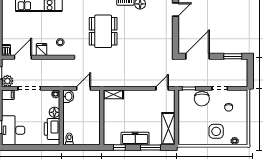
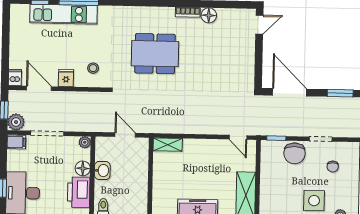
dining table: (103, 31) -> (155, 54), turned 90
door: (197, 56) -> (290, 92), hinge flipped
door: (23, 57) -> (39, 88), hinge flipped
door: (84, 88) -> (125, 135), hinge flipped
door: (162, 88) -> (238, 137), swing flipped
washbasin: (68, 96) -> (102, 171), moved

